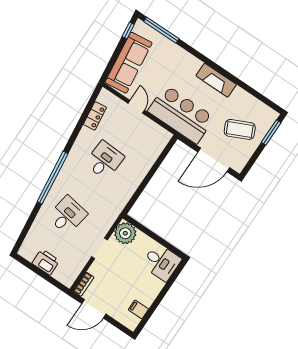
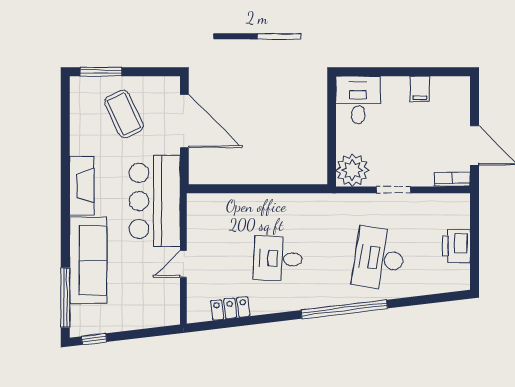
sofa: (129, 63) -> (88, 260), moved, turned 97
desk: (67, 215) -> (379, 259), width x1.37
filing cabinet: (138, 309) -> (420, 89), moved

